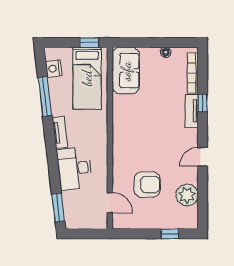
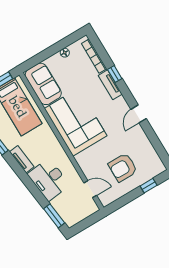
corner sofa: (135, 127) -> (76, 122), added
armchair: (147, 185) -> (123, 168), moved, turned 180
plant: (187, 195) -> (144, 149), removed

